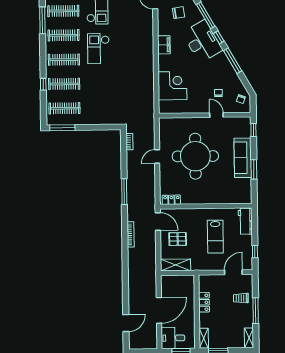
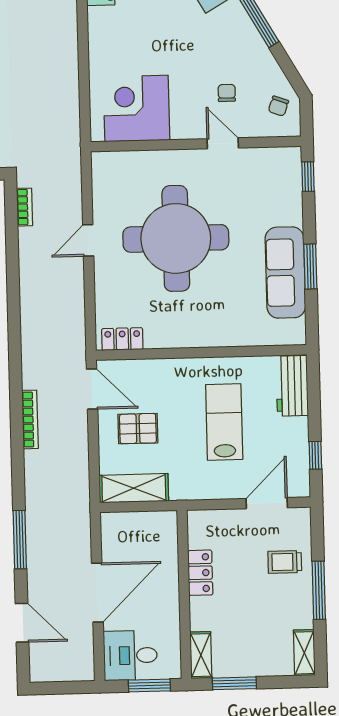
corner desk: (172, 86) -> (136, 108), moved, turned -90
sofa: (243, 158) -> (285, 272), moved
window: (124, 192) -> (20, 540), moved
lab bench: (215, 237) -> (224, 422), turned 180
door: (126, 323) -> (22, 623), hinge flipped

